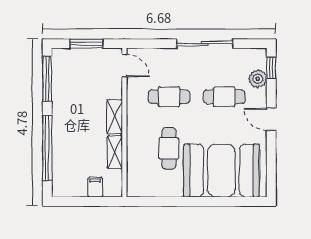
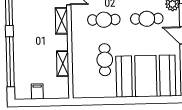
shelving: (115, 117) -> (62, 21), moved
filing cabinet: (95, 187) -> (37, 91), moved

